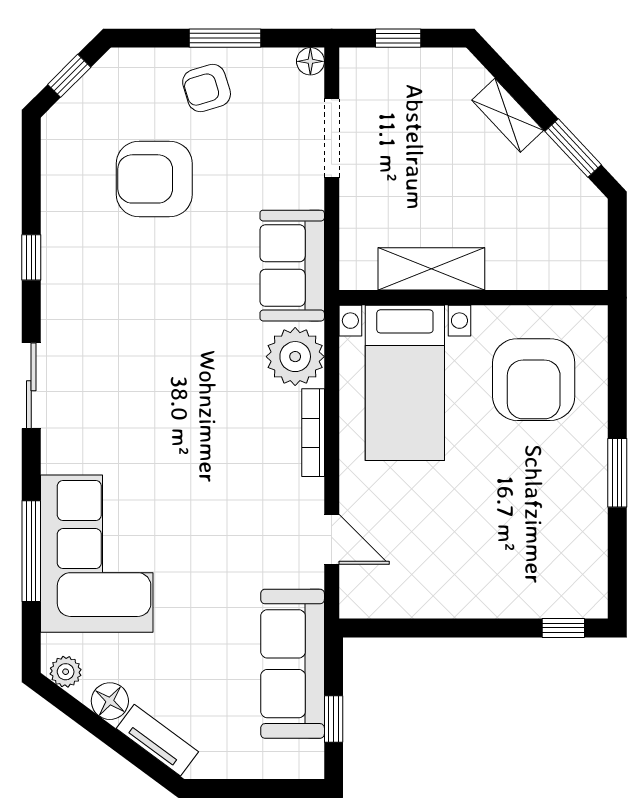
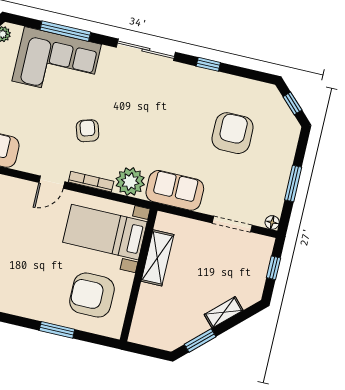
armchair: (207, 88) -> (88, 131), moved
sliding door: (31, 386) -> (146, 50), width x1.37
window: (617, 473) -> (57, 330), moved
door: (332, 539) -> (52, 182), moved

